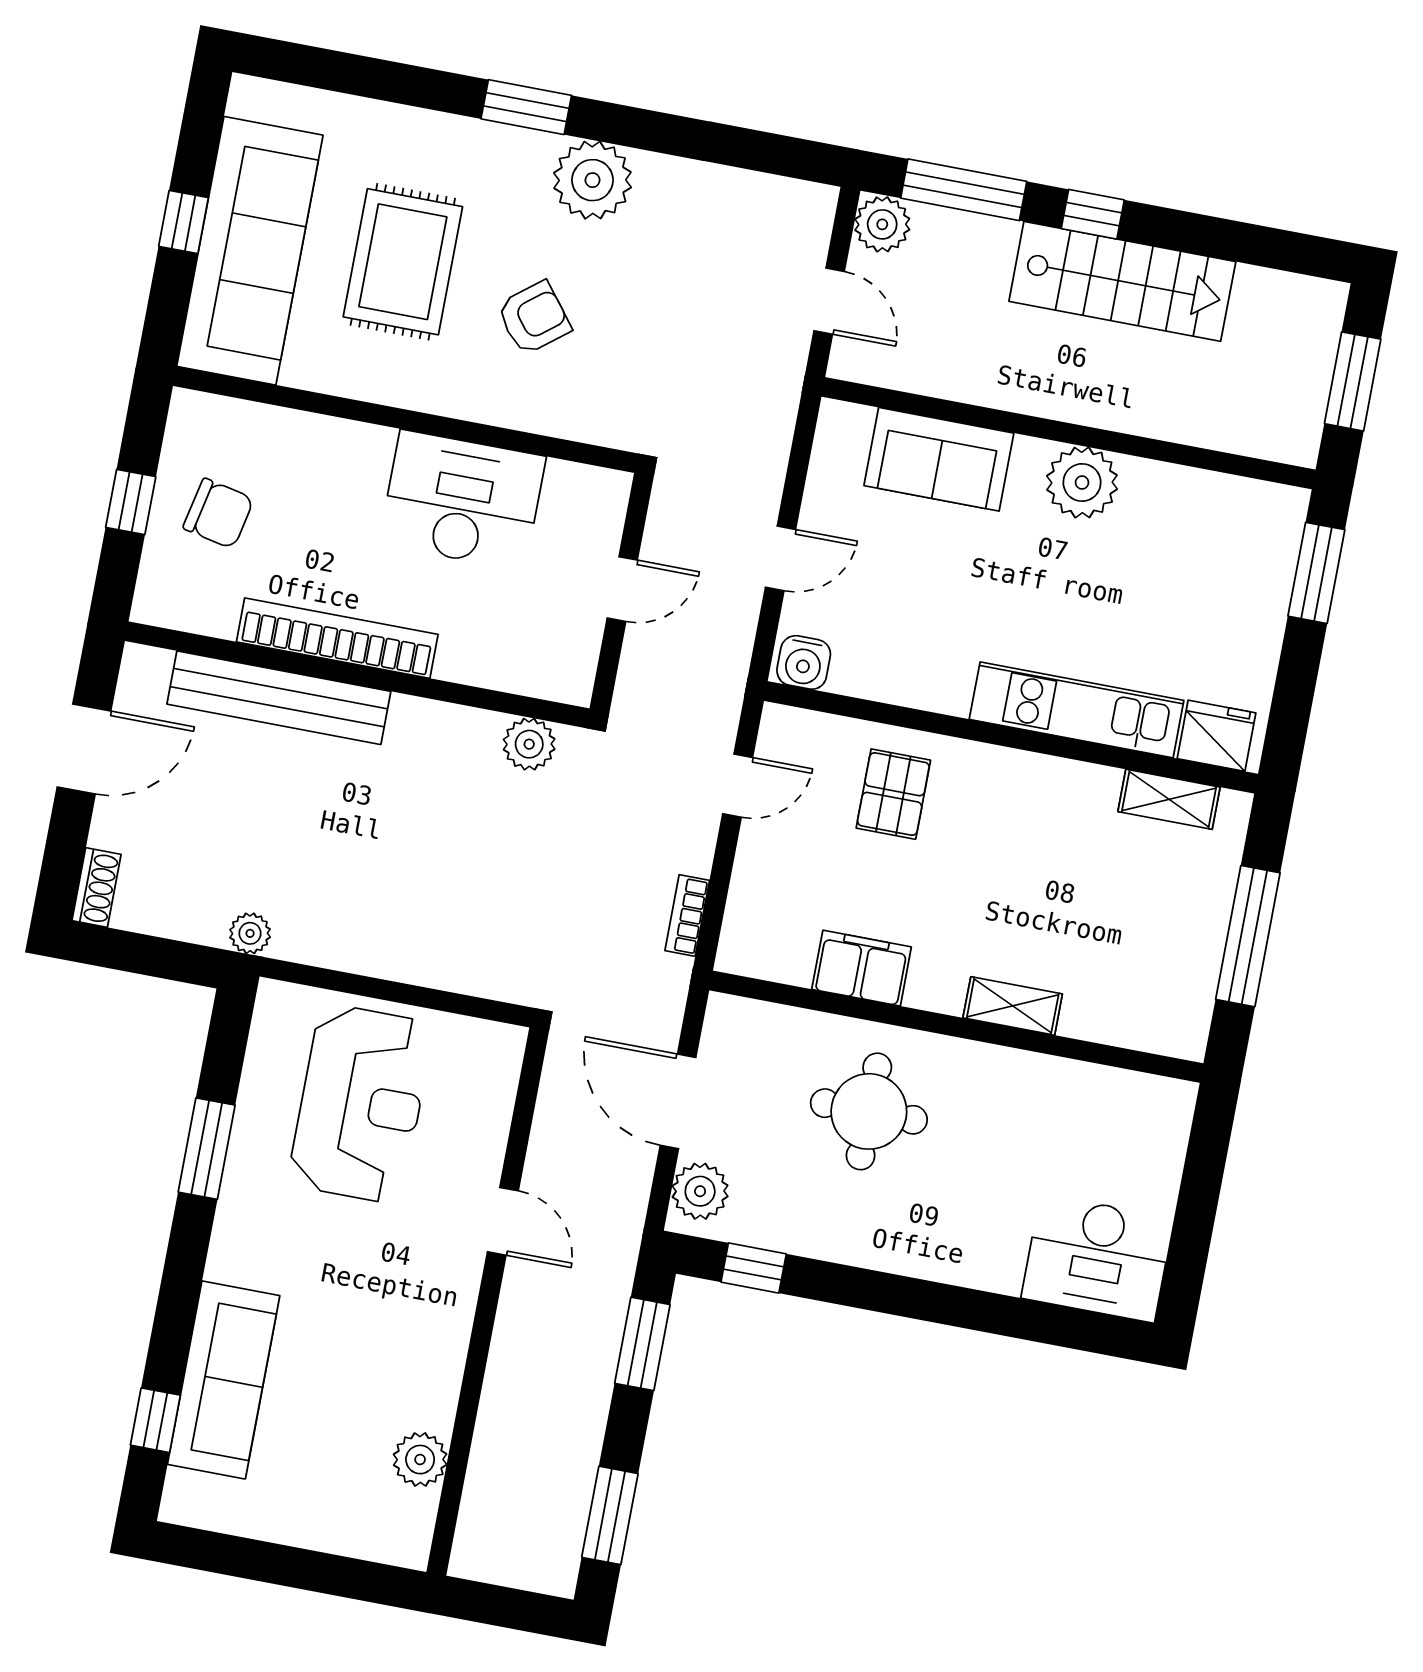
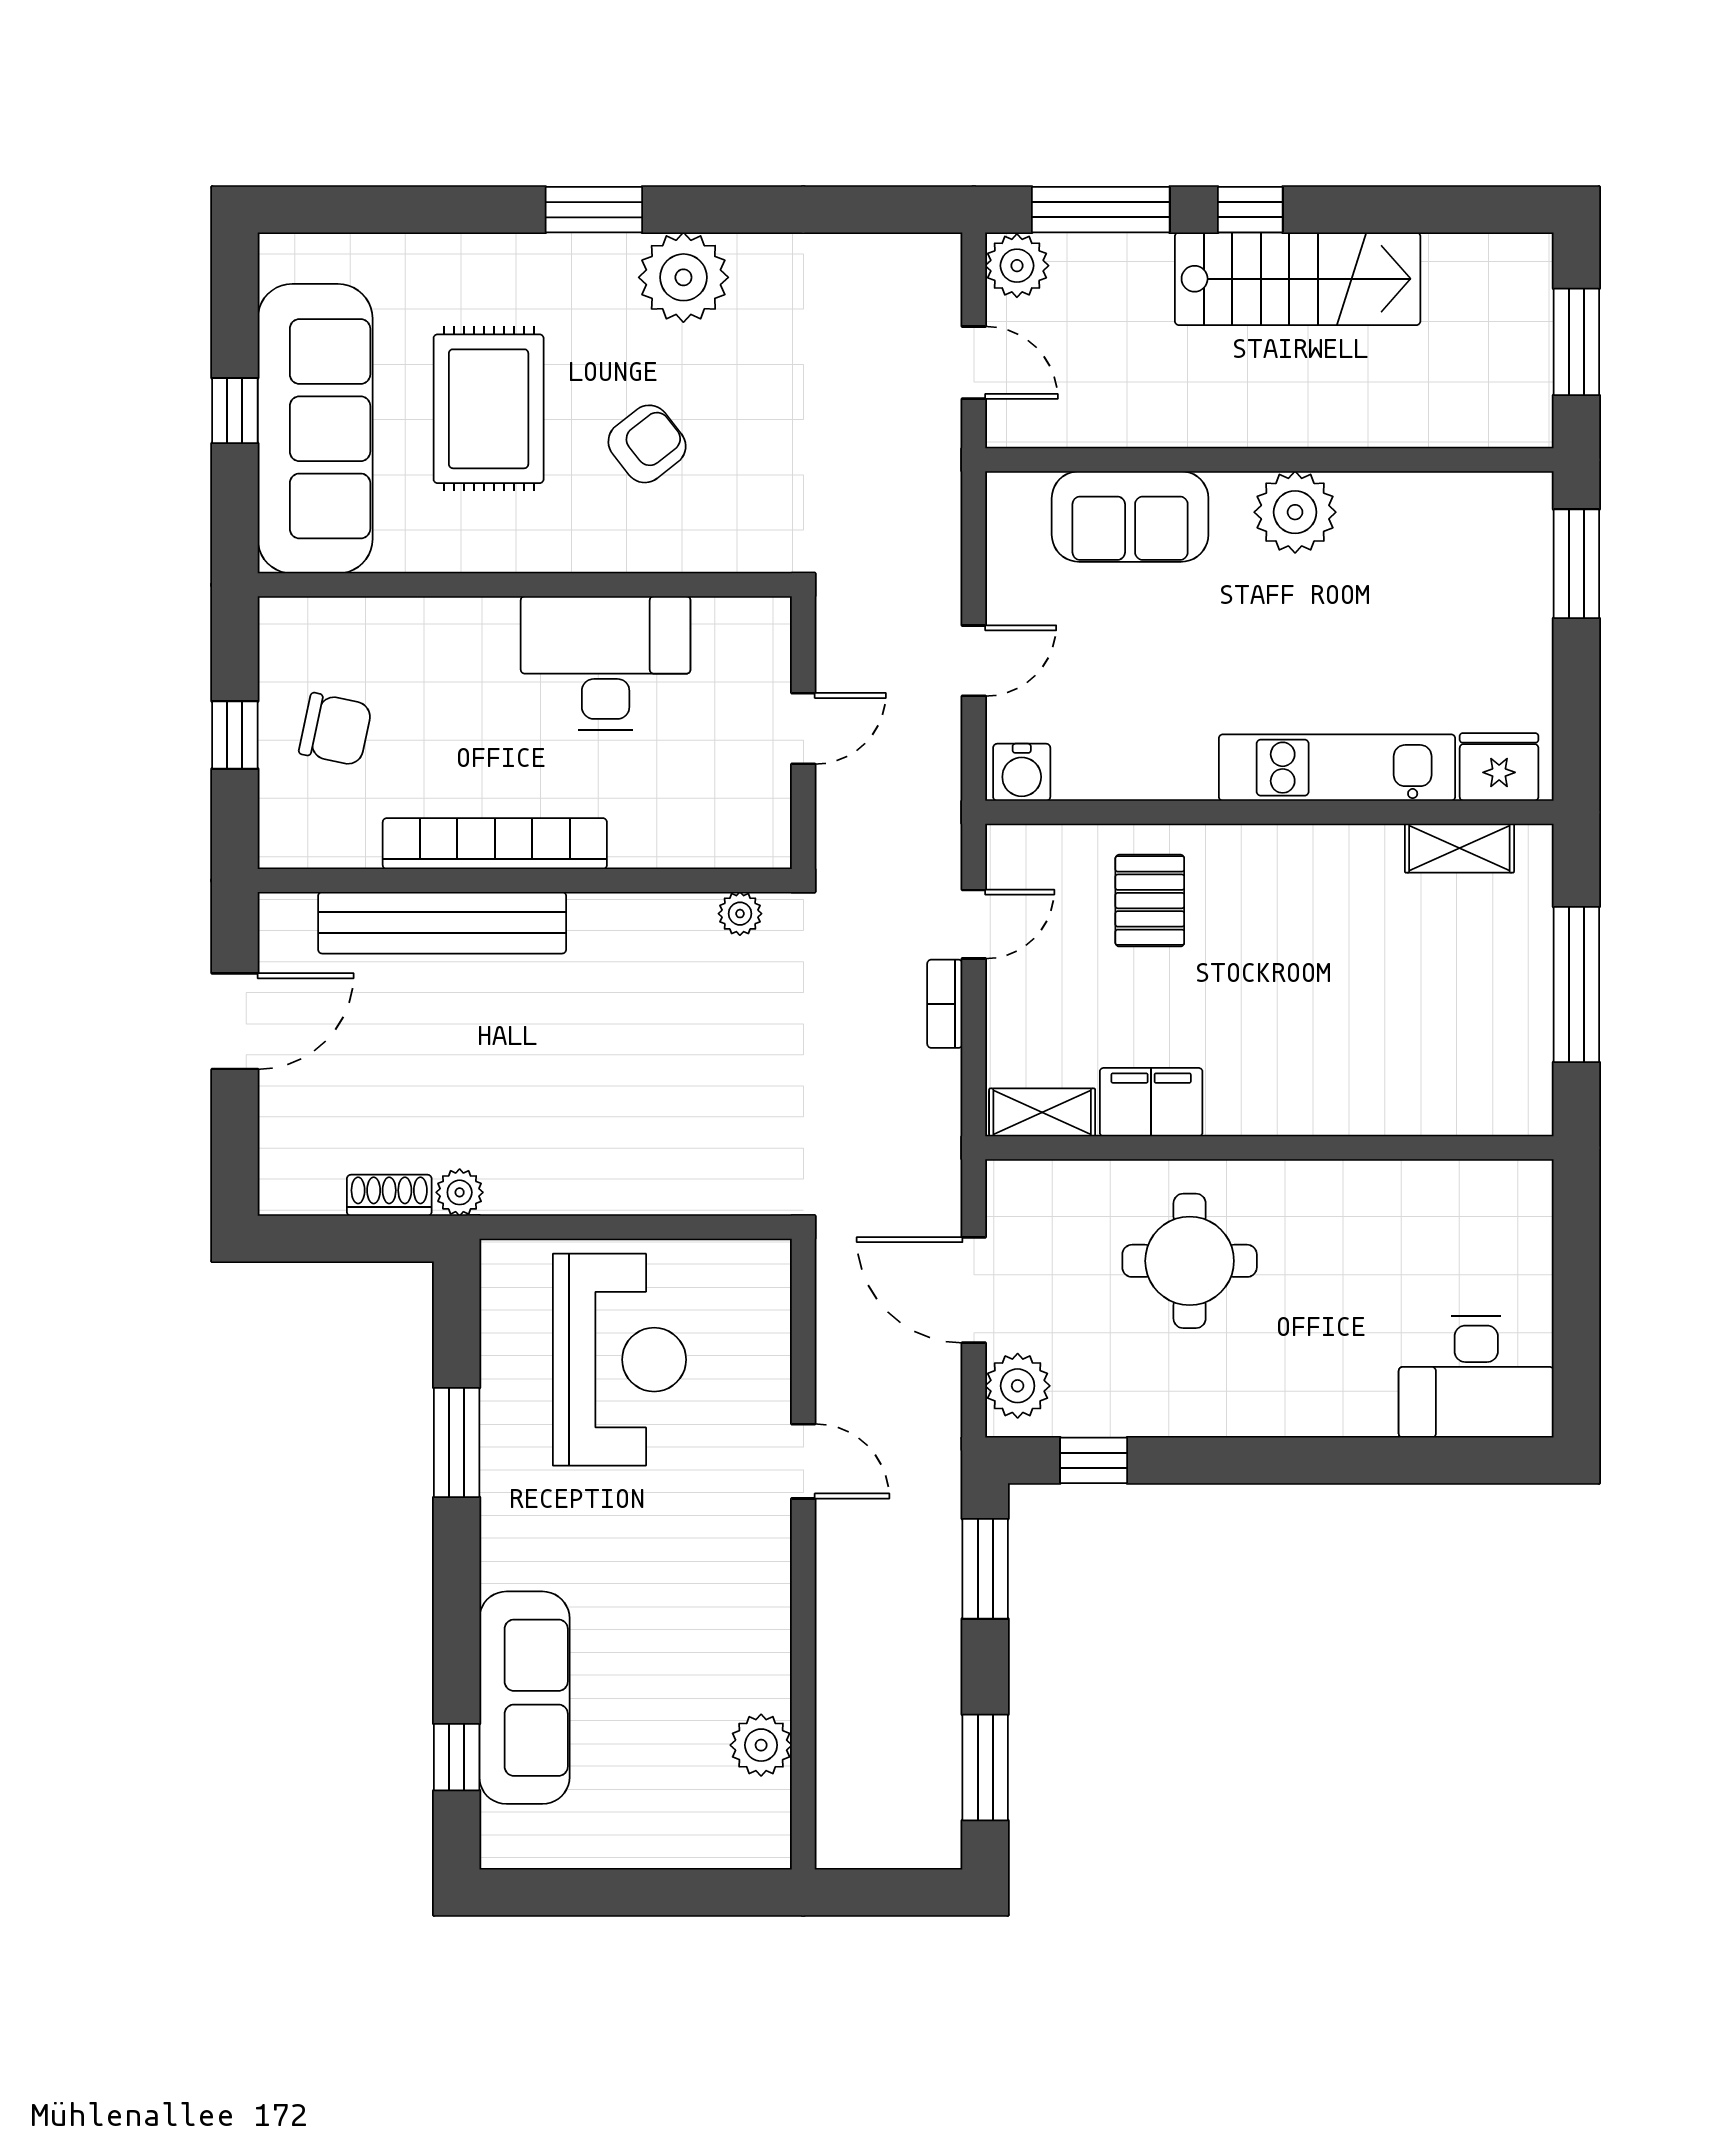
plant: (529, 744) -> (740, 914), width x0.73, depth x0.73
shoe rack: (97, 887) -> (389, 1195), moved, turned -90
bookcase: (687, 915) -> (945, 1004), moved
shelving: (1013, 1006) -> (1042, 1112), moved

